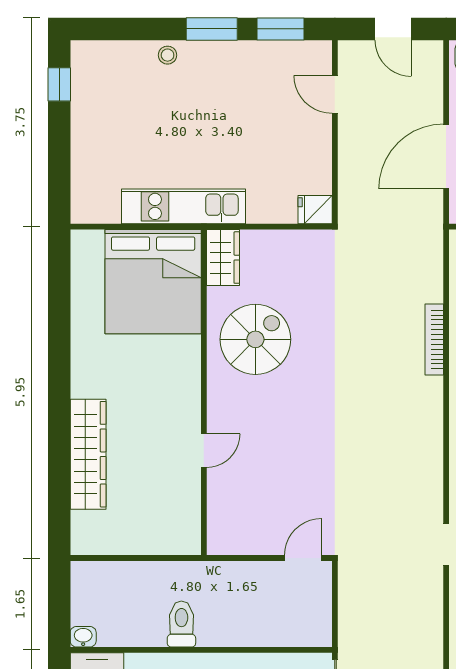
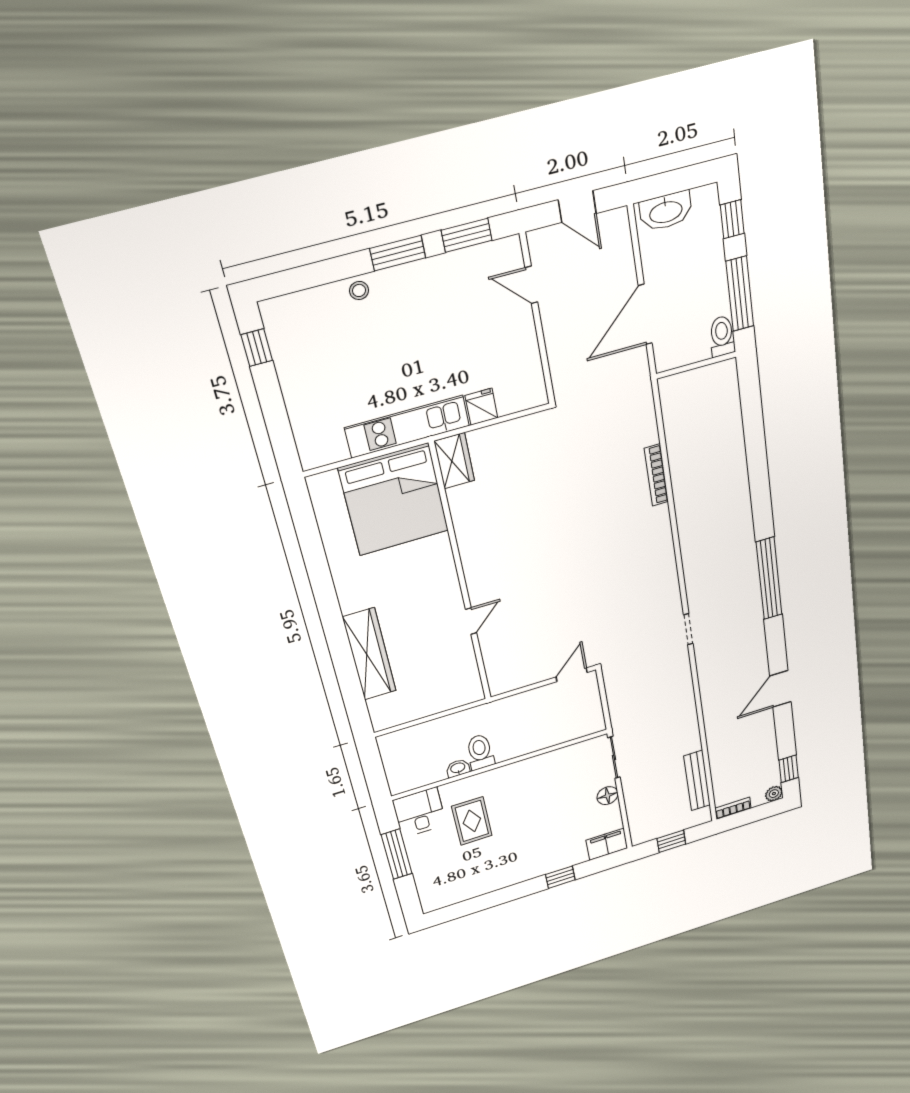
fridge: (315, 210) -> (481, 407), moved, turned 90
spiral stairs: (255, 339) -> (498, 520), removed
washbasin: (83, 637) -> (458, 768), moved

